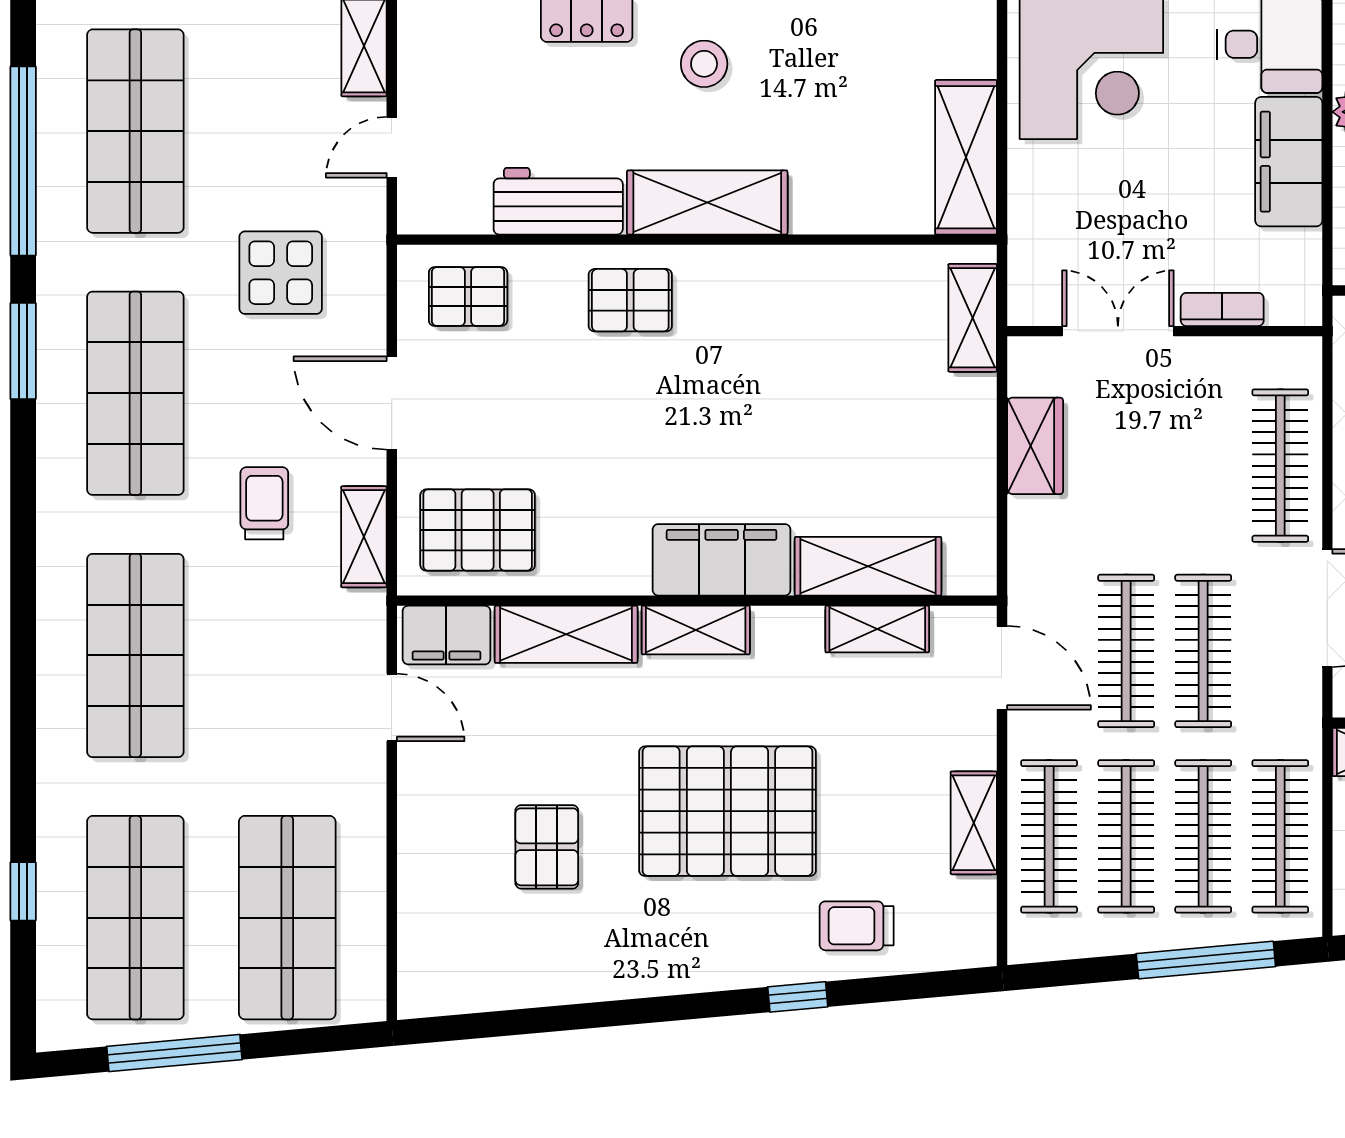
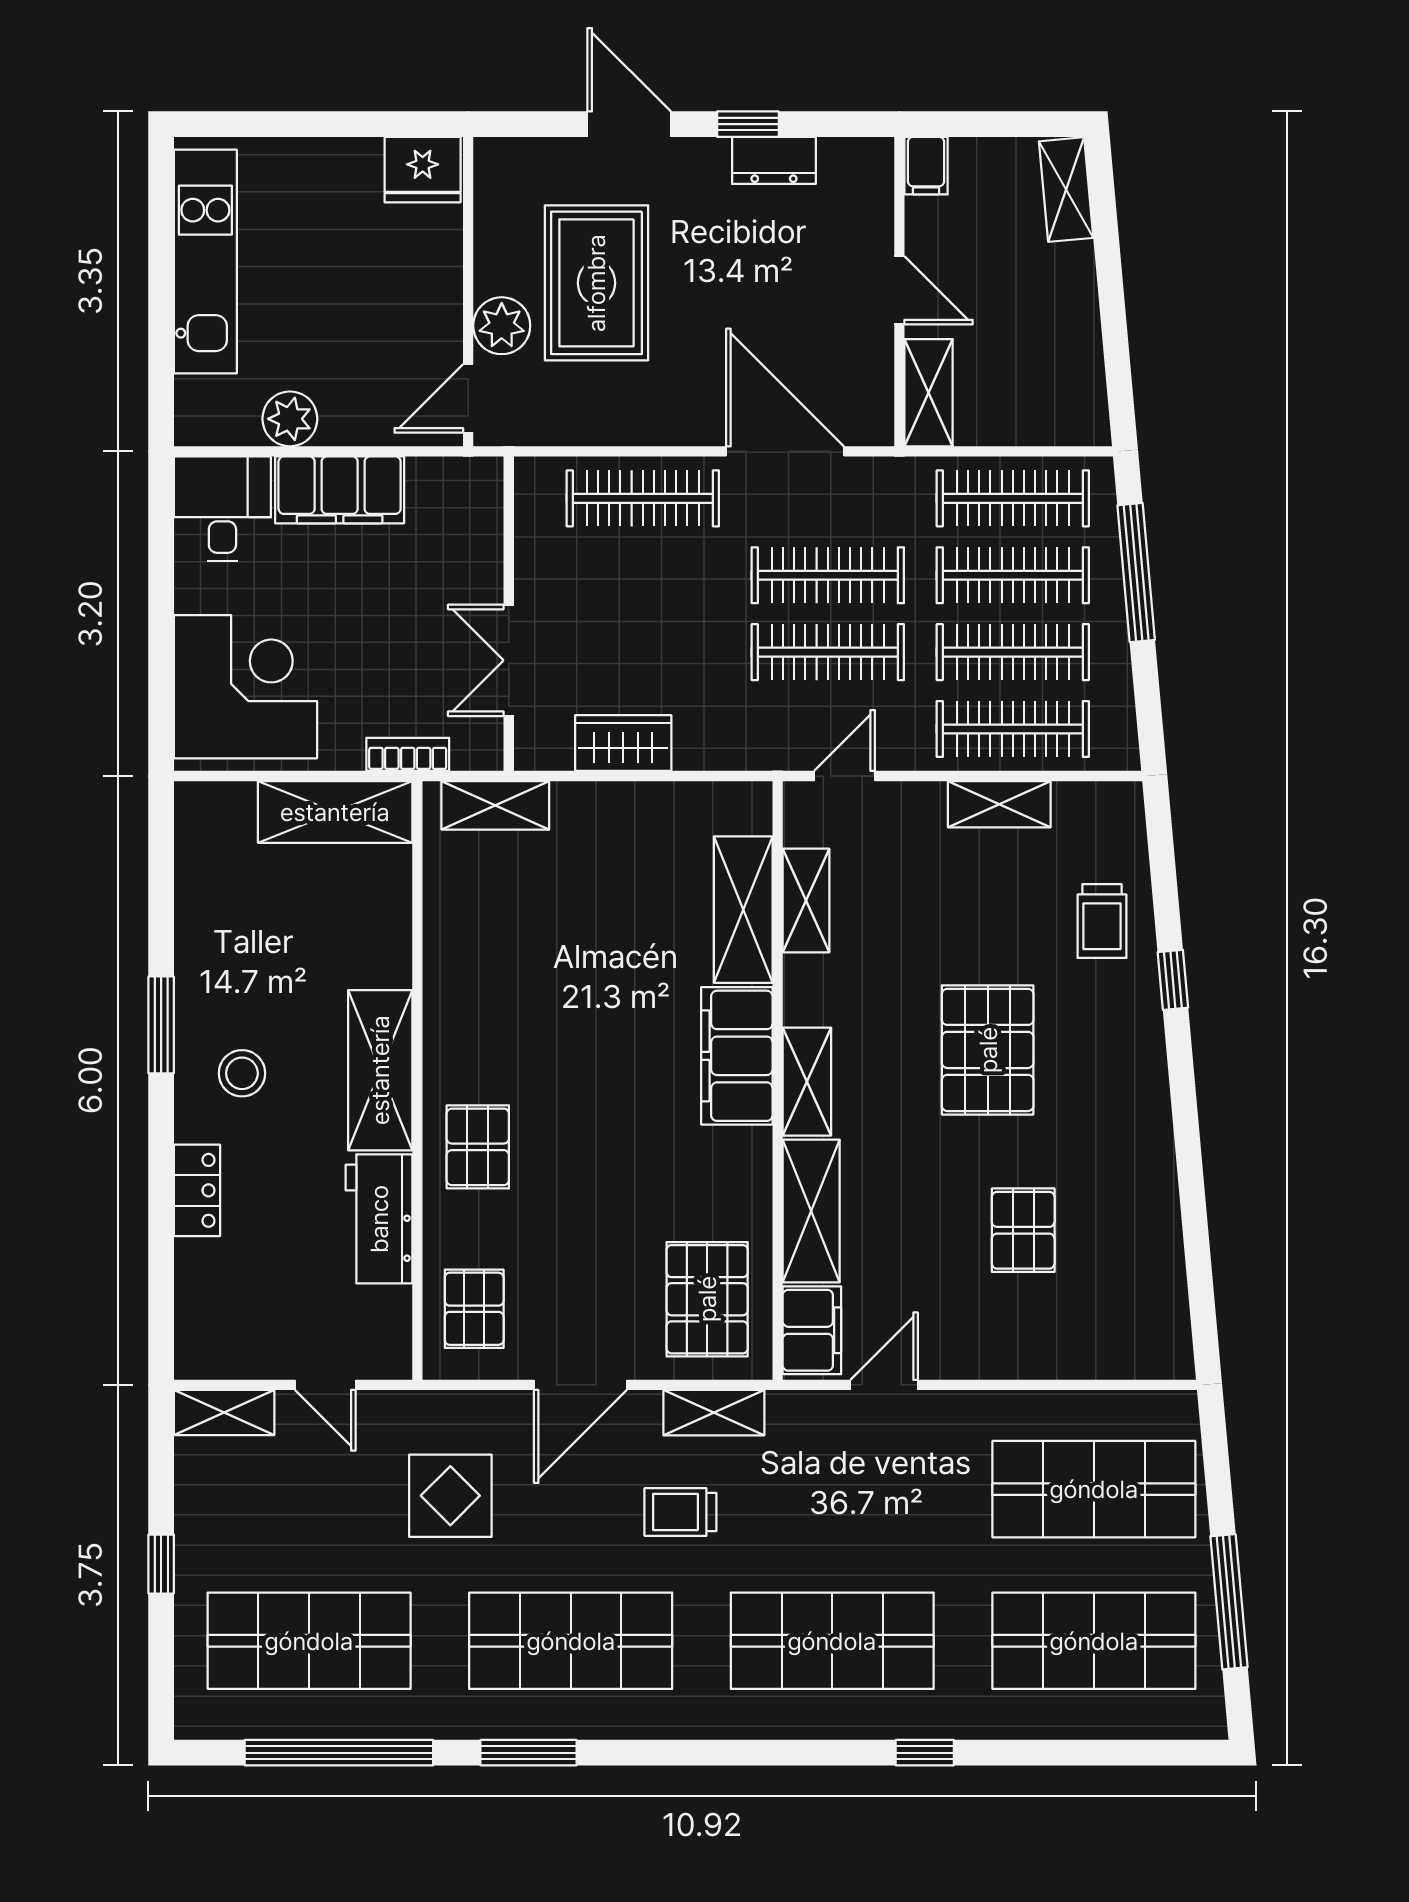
bookcase: (1222, 309) -> (408, 754), moved, turned 90
door: (1002, 668) -> (845, 776), width x0.73
pallet: (727, 811) -> (988, 1050), width x0.73, depth x0.71
pallet: (547, 847) -> (1023, 1230), turned 90
window: (23, 891) -> (925, 1753), moved

